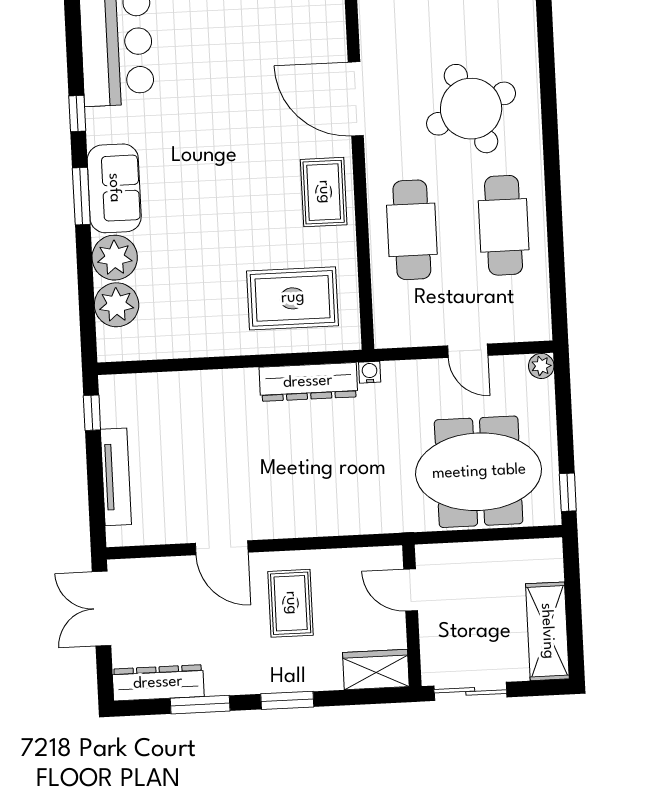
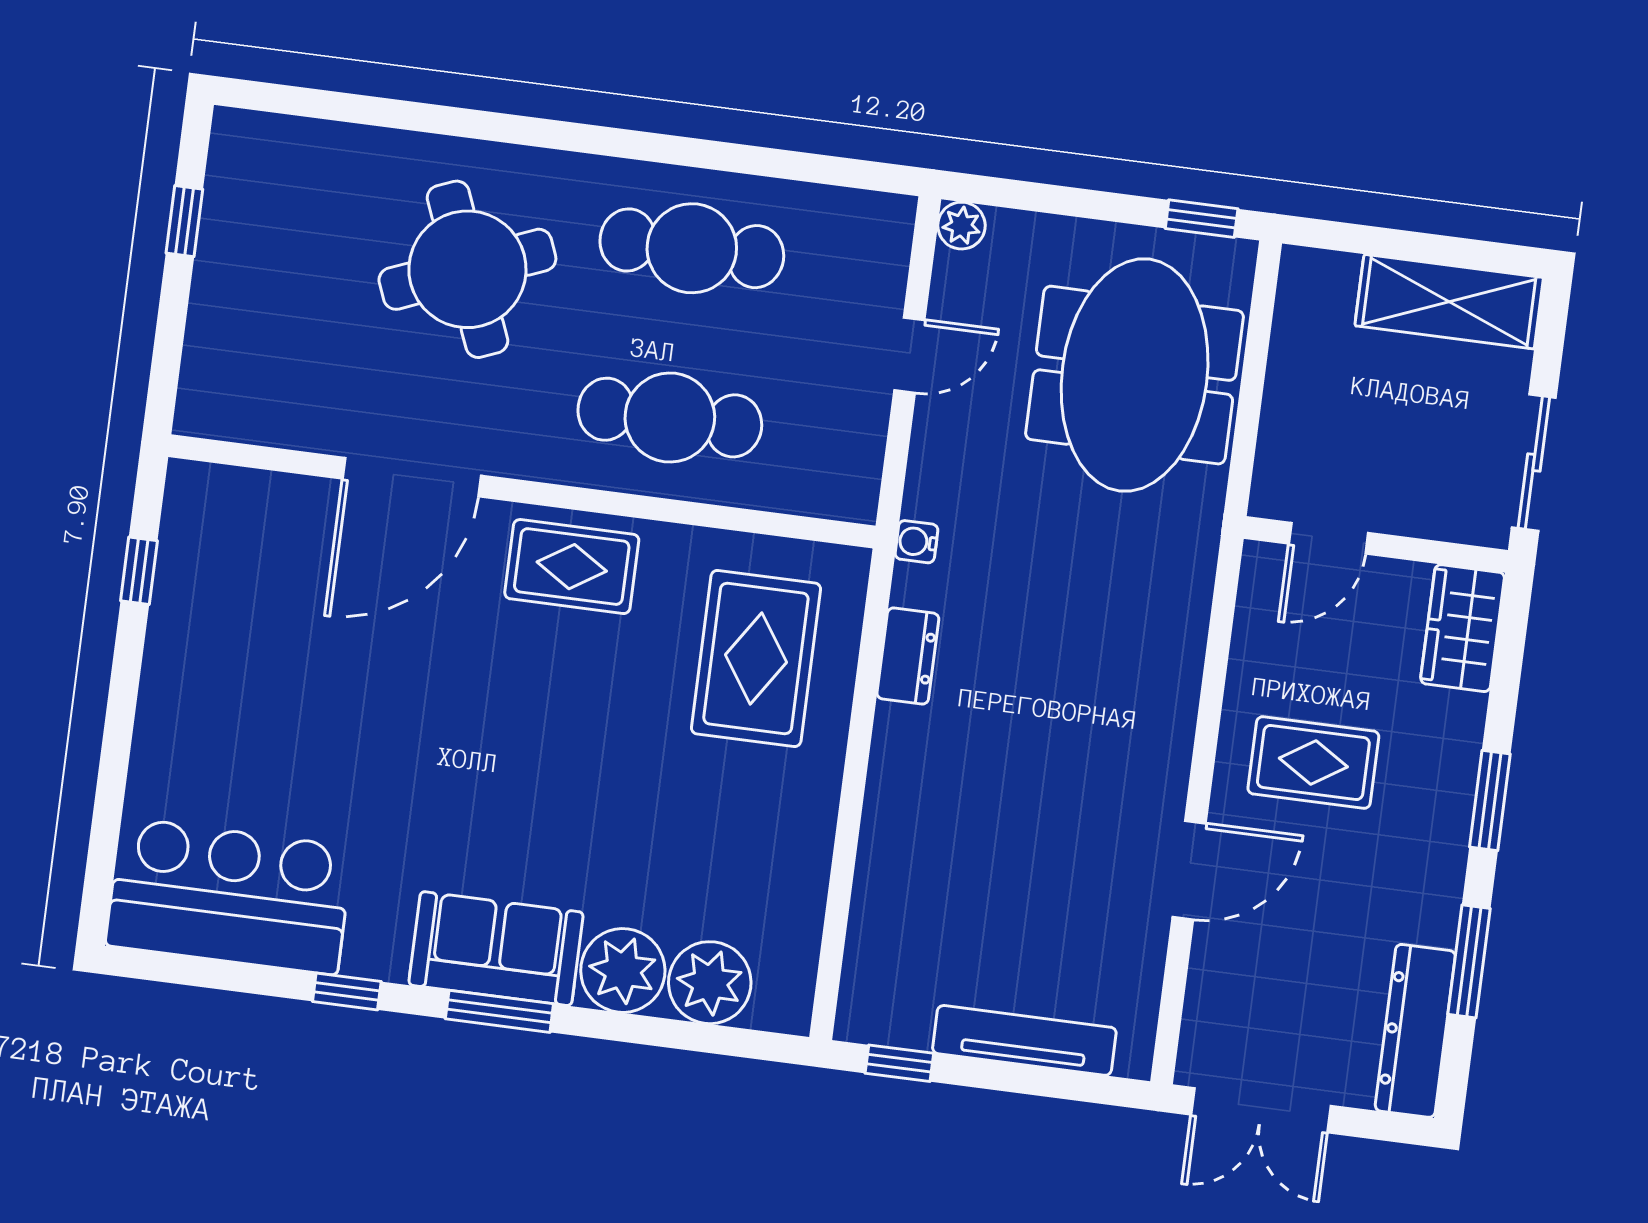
dresser: (308, 382) -> (908, 656), width x0.51, depth x0.80

